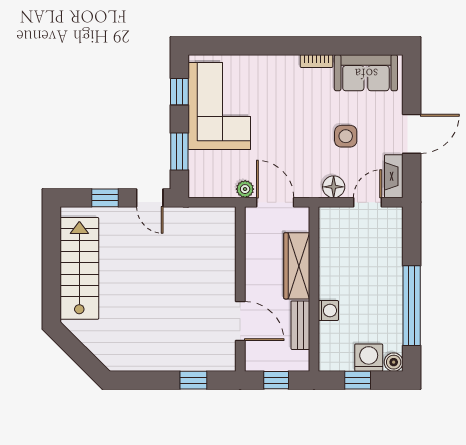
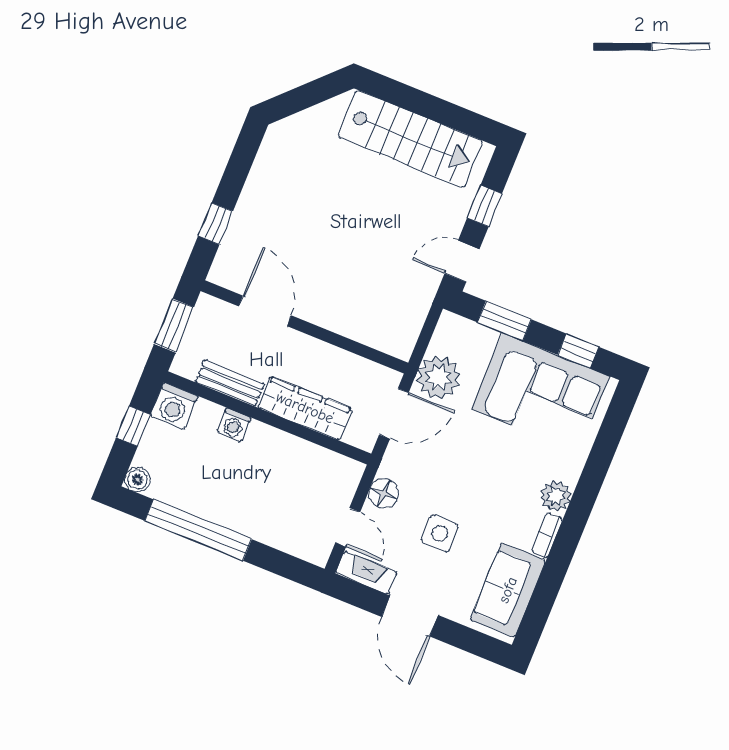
plant: (287, 66) -> (556, 496), added
plant: (245, 189) -> (439, 377), width x1.88, depth x1.88
door: (240, 321) -> (265, 311), swing flipped
washing machine: (369, 358) -> (174, 406), moved, turned 90
window: (276, 380) -> (174, 326), width x1.50

